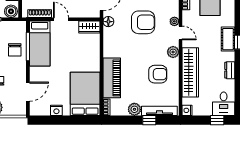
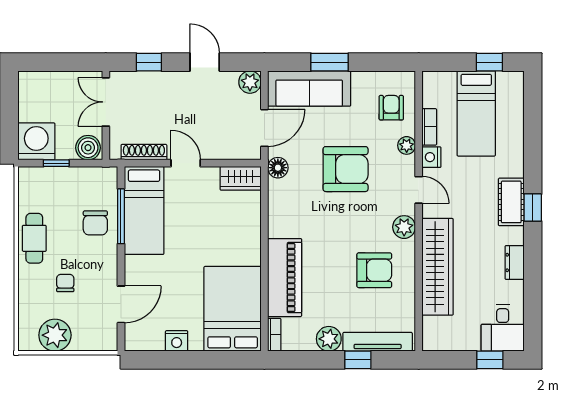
plant: (174, 21) -> (407, 145), moved
nightstand: (187, 110) -> (431, 157), moved

